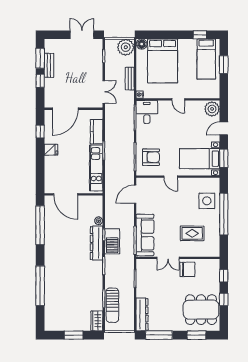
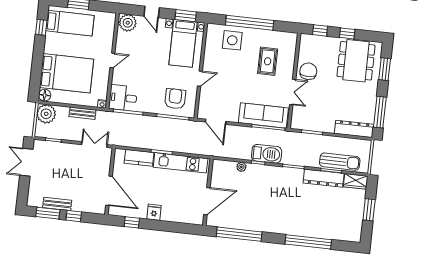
dresser: (97, 243) -> (324, 178), moved

